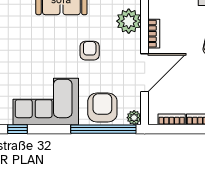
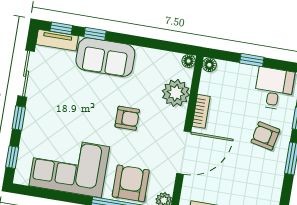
armchair: (90, 51) -> (127, 118), turned 90
window: (18, 129) -> (33, 191), removed

